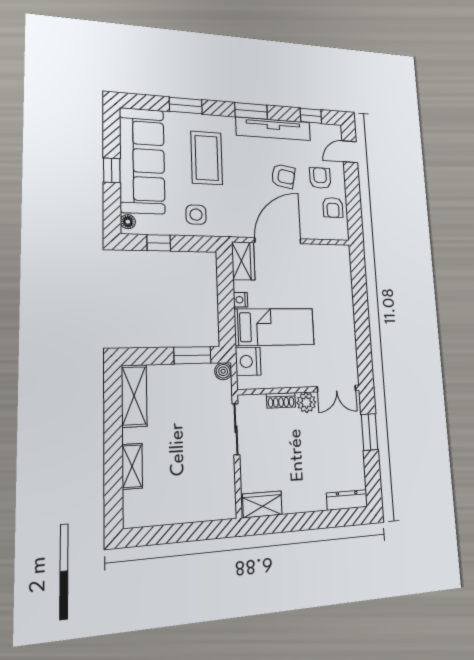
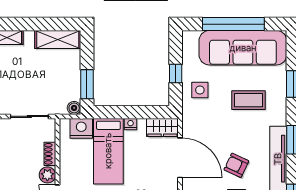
coffee table: (207, 158) -> (248, 100), width x0.73, depth x0.76
window: (112, 170) -> (233, 24), width x3.17
armchair: (283, 176) -> (236, 165), turned 105
floor lamp: (128, 222) -> (192, 36), removed
window: (159, 243) -> (176, 73), moved

